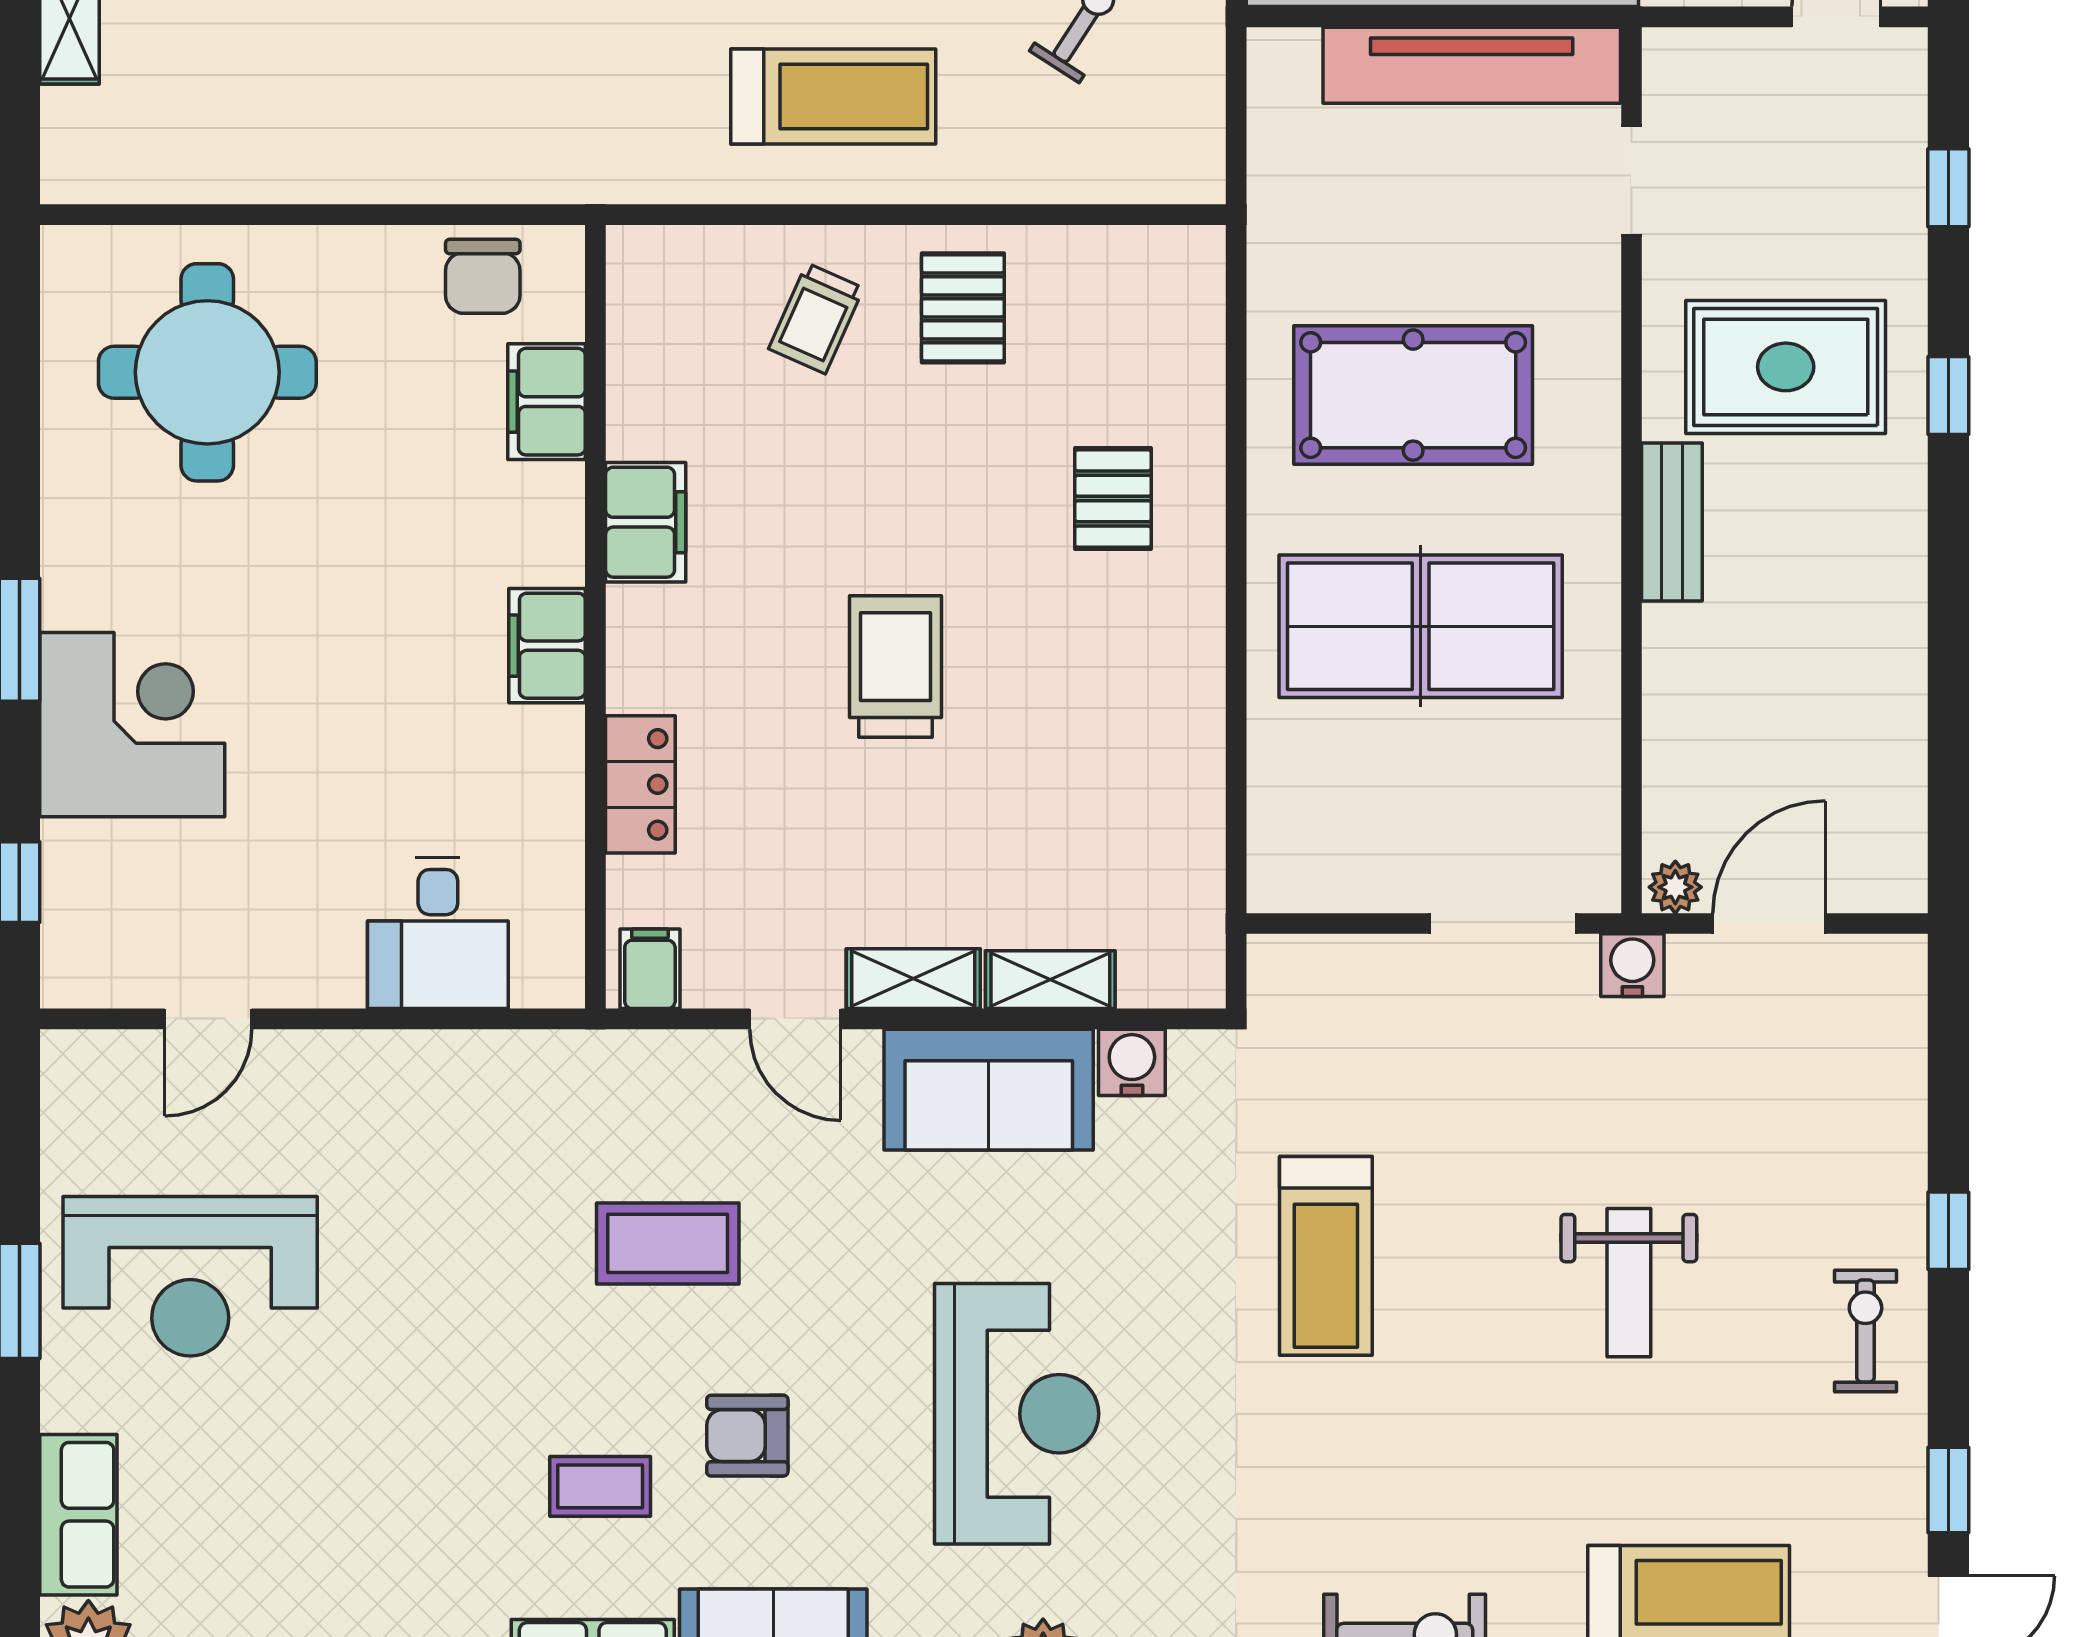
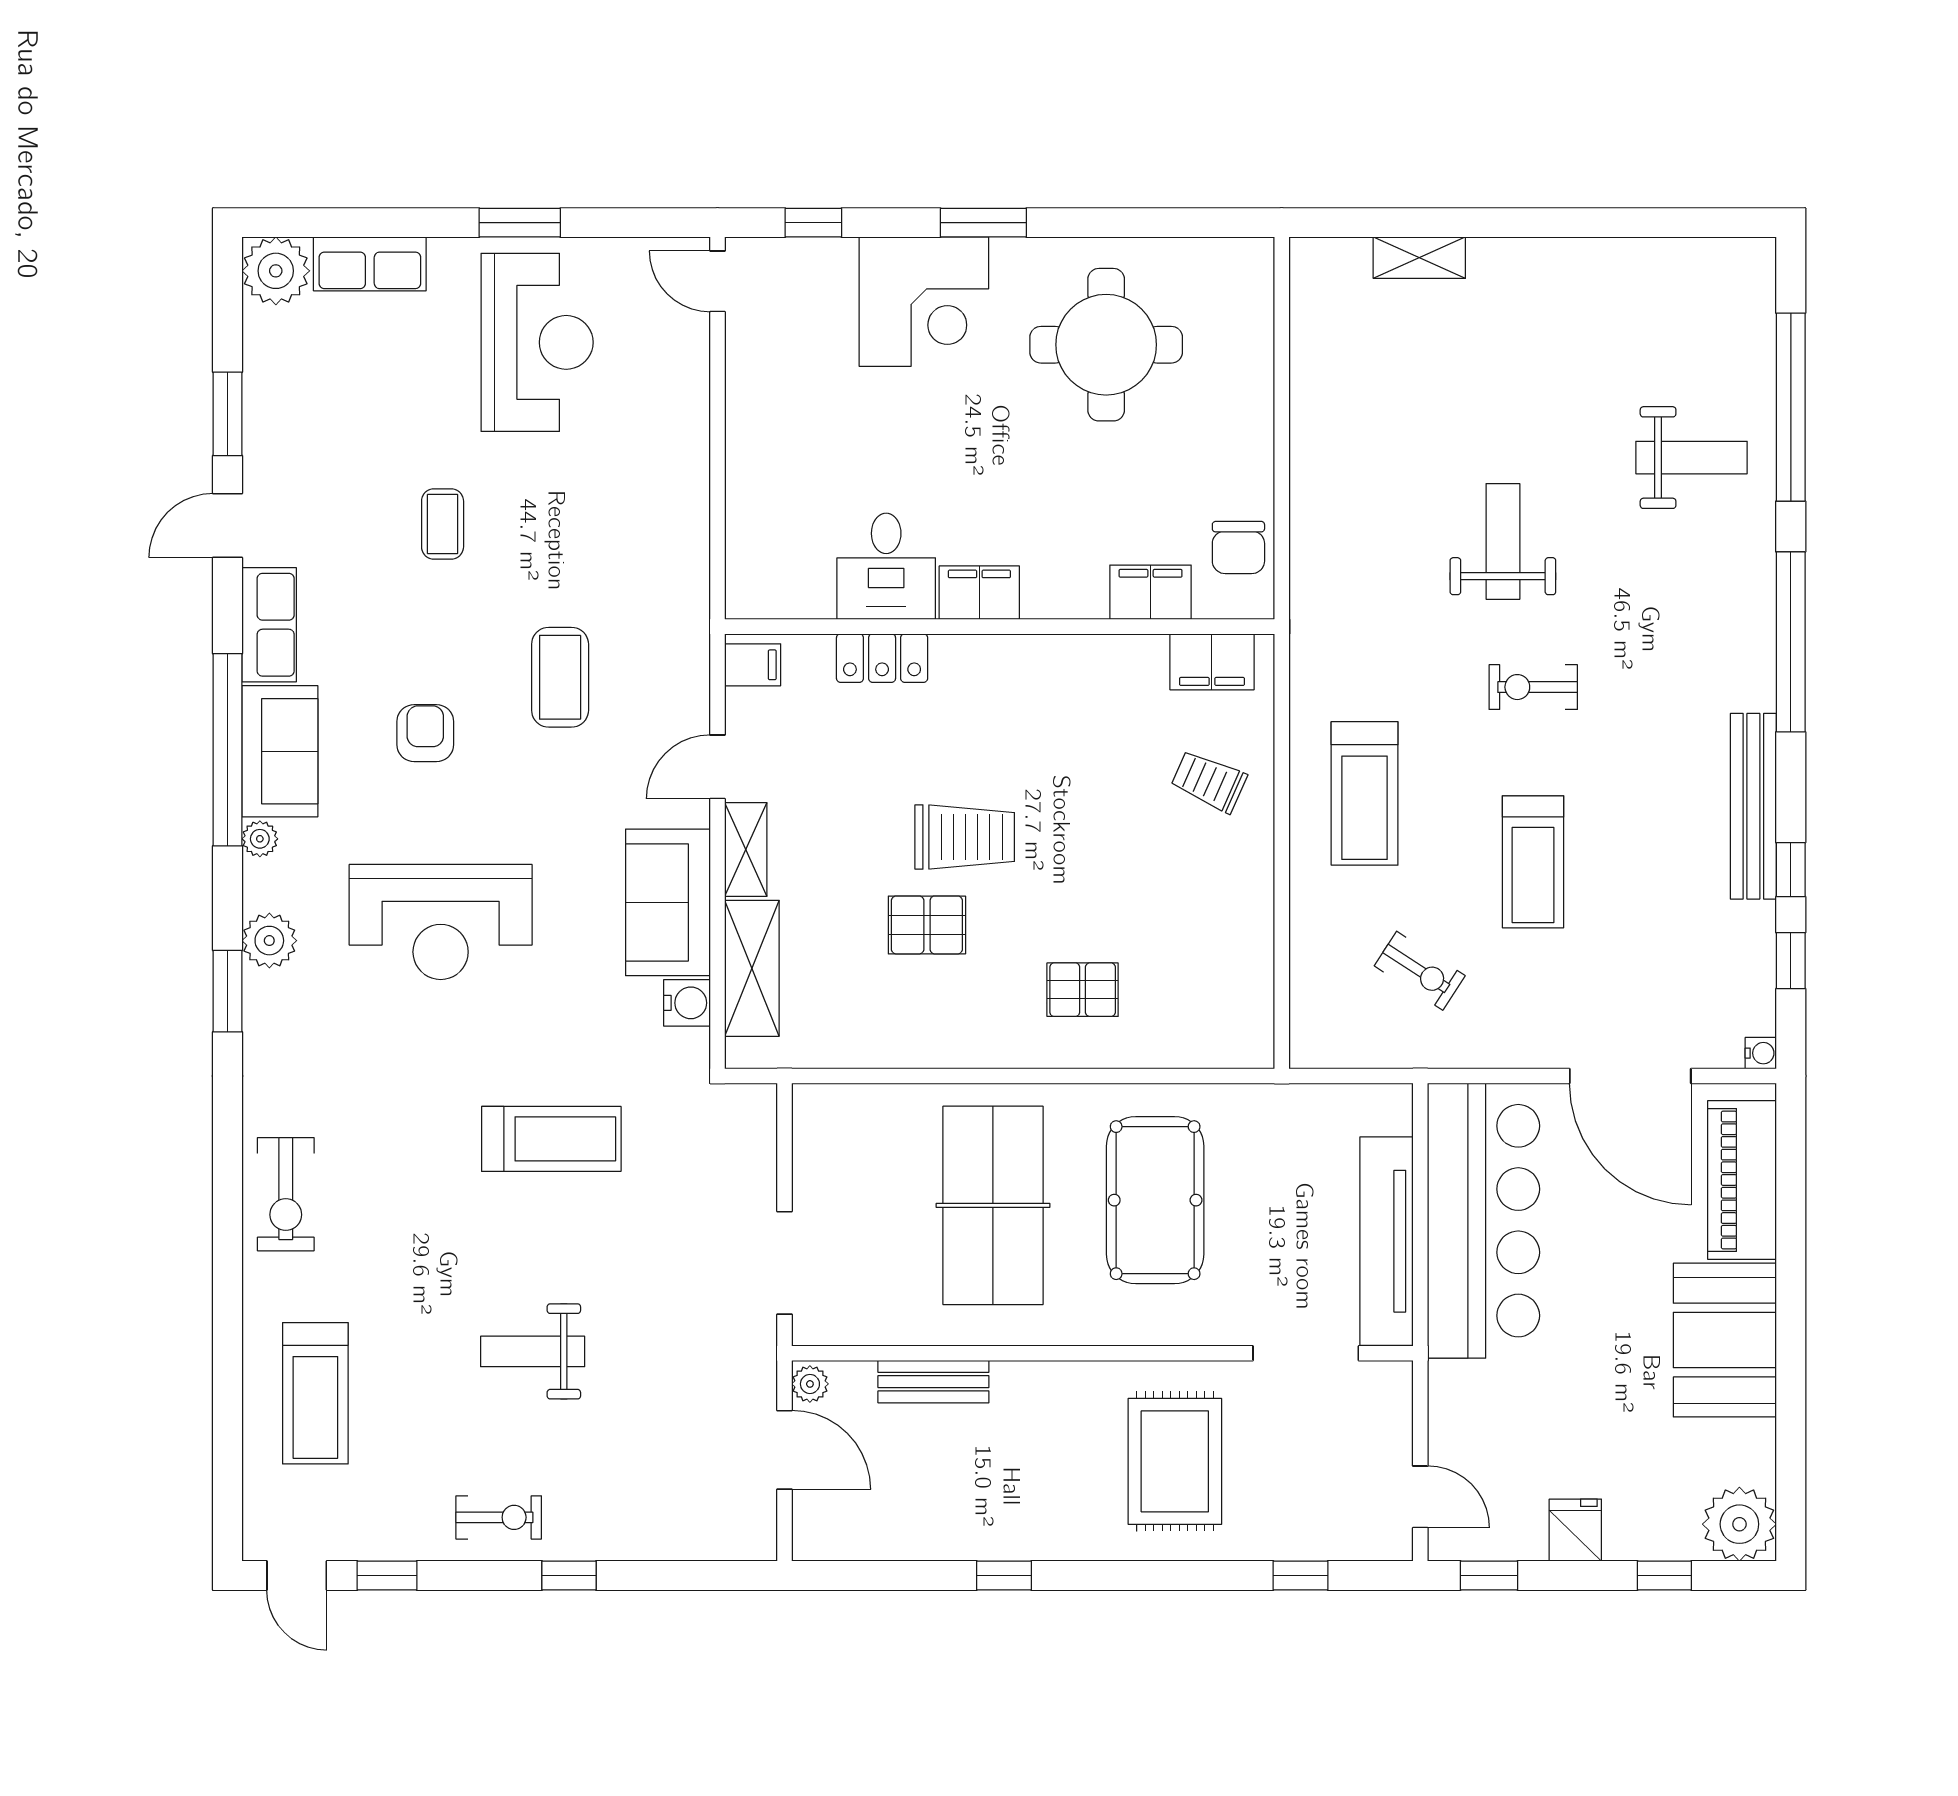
doorway: (1631, 180) -> (1306, 1353), width x1.38
chair: (483, 276) -> (1238, 548), turned -90
pallet: (963, 308) -> (927, 925), moved
round table: (207, 372) -> (1106, 345), moved
window: (1948, 396) -> (1004, 1576), moved
filing cabinet: (646, 522) -> (1212, 662), moved
bench: (1672, 522) -> (933, 1382), moved
desk: (438, 933) -> (886, 566), moved, turned -90
water cooler: (1632, 965) -> (755, 1354), removed
shelving: (1050, 980) -> (752, 968), width x1.50, depth x1.33
door: (208, 1019) -> (718, 281), moved
treadmill: (1326, 1256) -> (551, 1139), turned 180
reception desk: (190, 1276) -> (537, 342), turned 180
coffee table: (600, 1486) -> (443, 524), moved

